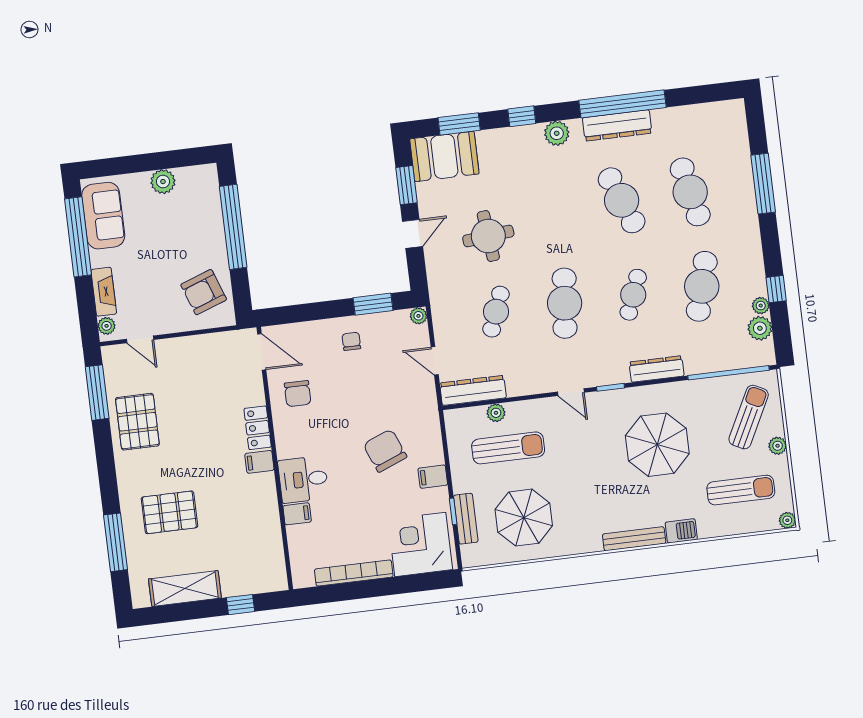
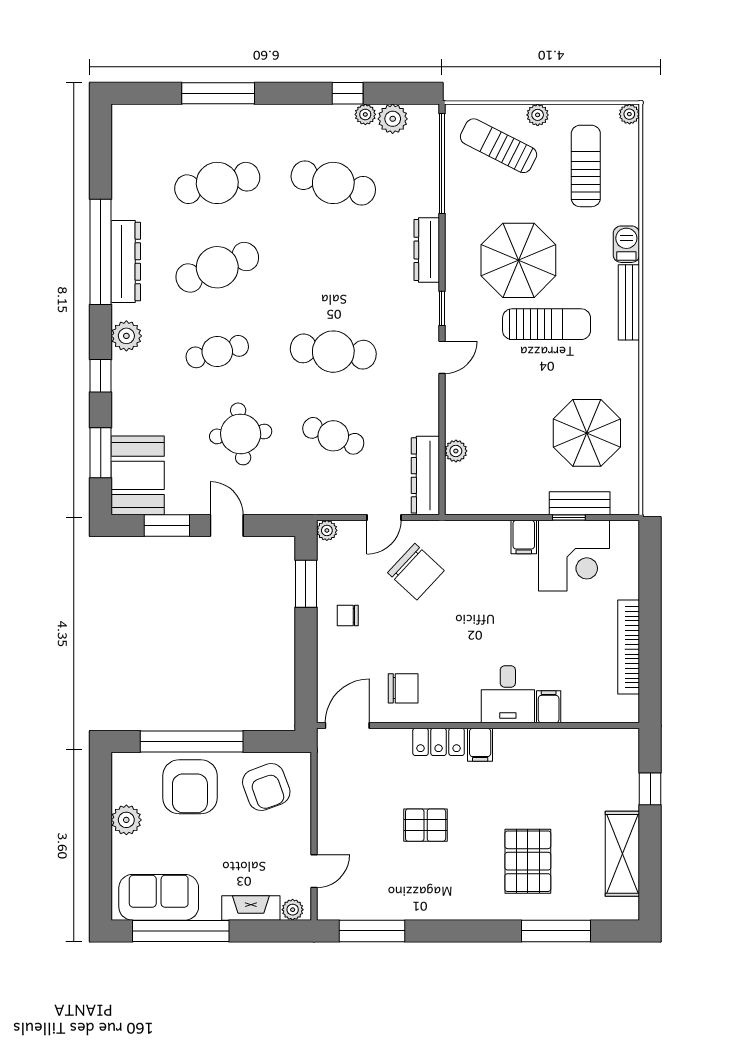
armchair: (196, 230) -> (190, 787), added
cafe table: (633, 295) -> (217, 352), moved, turned -36
pallet: (137, 422) -> (426, 825), moved, width x0.67, depth x0.71
sun lounger: (508, 448) -> (547, 324), moved, turned 90
chair: (385, 451) -> (416, 572), moved, turned -115
corner desk: (420, 544) -> (574, 556), moved, turned -90

